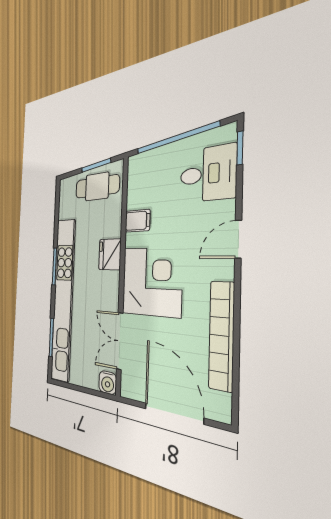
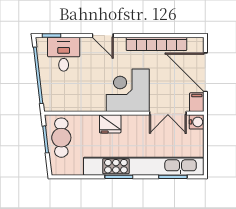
filing cabinet: (137, 221) -> (197, 102), moved
door: (173, 413) -> (205, 72), hinge flipped

